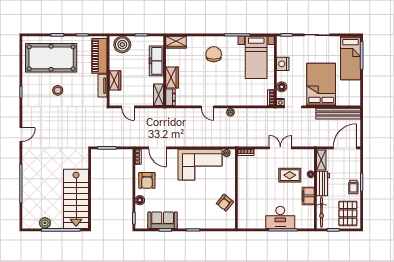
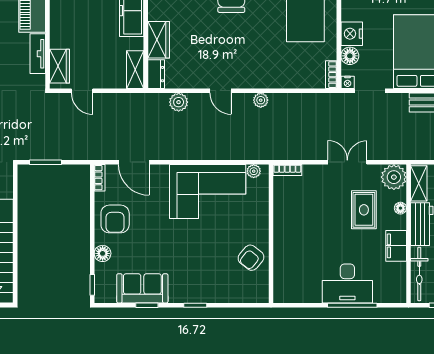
nightstand: (283, 64) -> (352, 34), moved
wardrobe: (115, 80) -> (60, 66), moved
plant: (183, 113) -> (179, 102), added
plant: (307, 156) -> (394, 177), added
rug: (290, 175) -> (364, 210), turned 90

